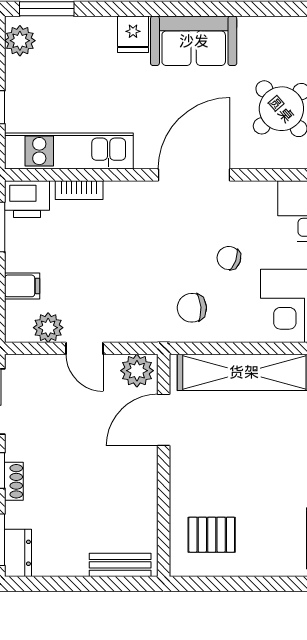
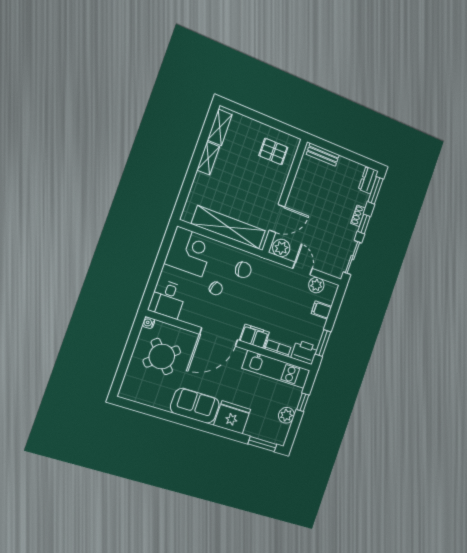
fridge: (133, 34) -> (232, 417), width x1.88, depth x1.34
plant: (20, 41) -> (286, 415), moved
filing cabinet: (130, 197) -> (254, 336), added

